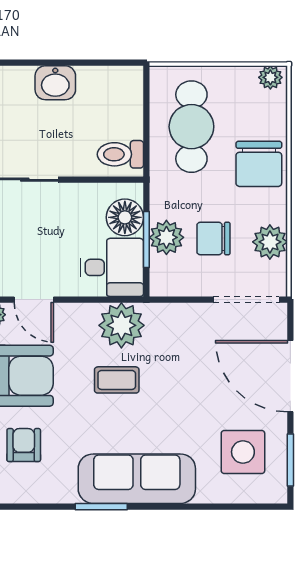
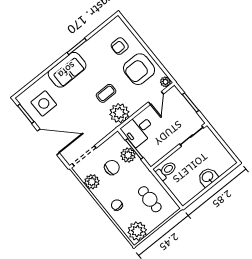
plant: (270, 77) -> (137, 231), width x1.88, depth x1.88
cafe table: (191, 127) -> (150, 199), width x0.73, depth x0.74
chair: (259, 164) -> (117, 205), width x0.54, depth x0.54
floor lamp: (125, 217) -> (148, 150), removed
door: (34, 300) -> (156, 98), swing flipped
armchair: (24, 445) -> (120, 46), turned 90
sofa: (137, 479) -> (67, 70), width x0.73

